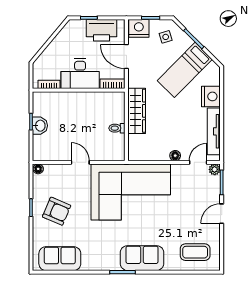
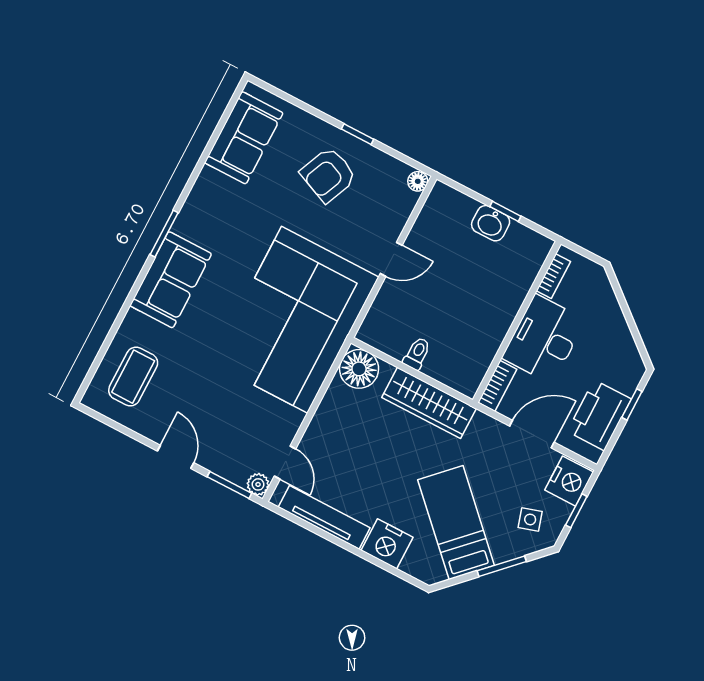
floor lamp: (175, 156) -> (359, 369), moved, width x1.89, depth x1.89

